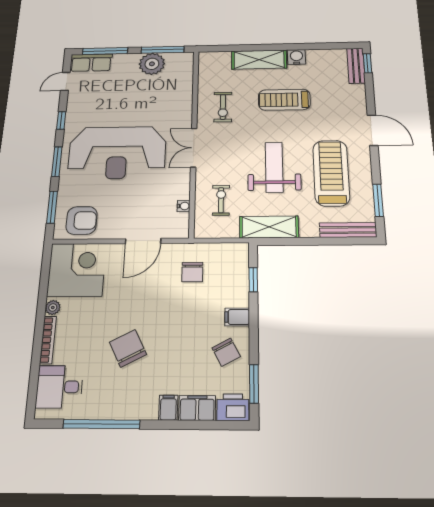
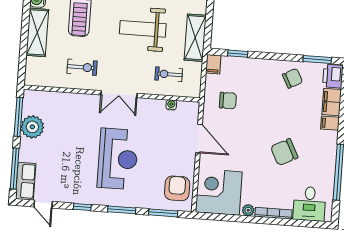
reception desk: (117, 153) -> (118, 159), width x0.74, depth x0.77
filing cabinet: (237, 317) -> (213, 64), moved

